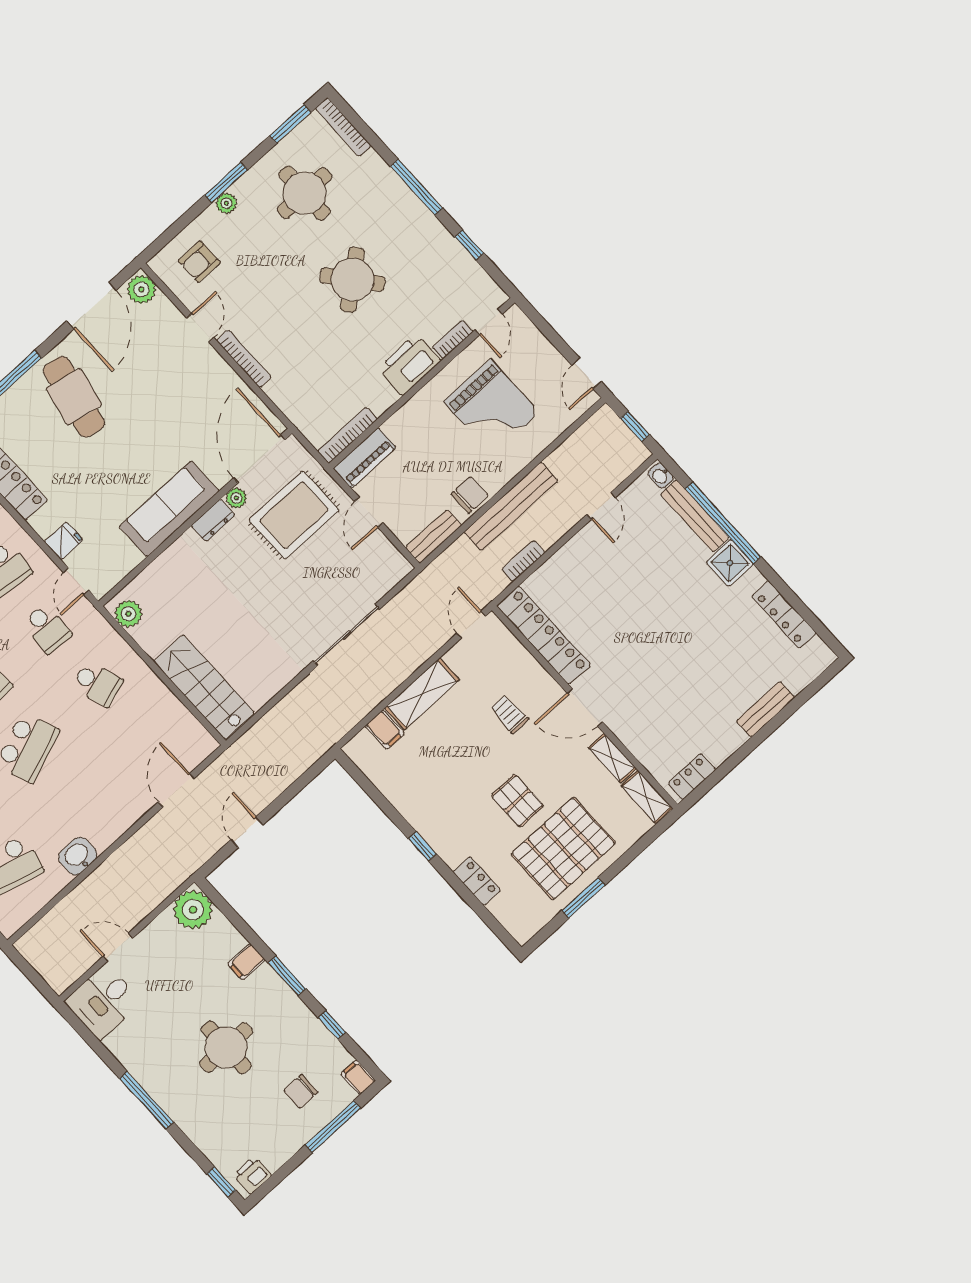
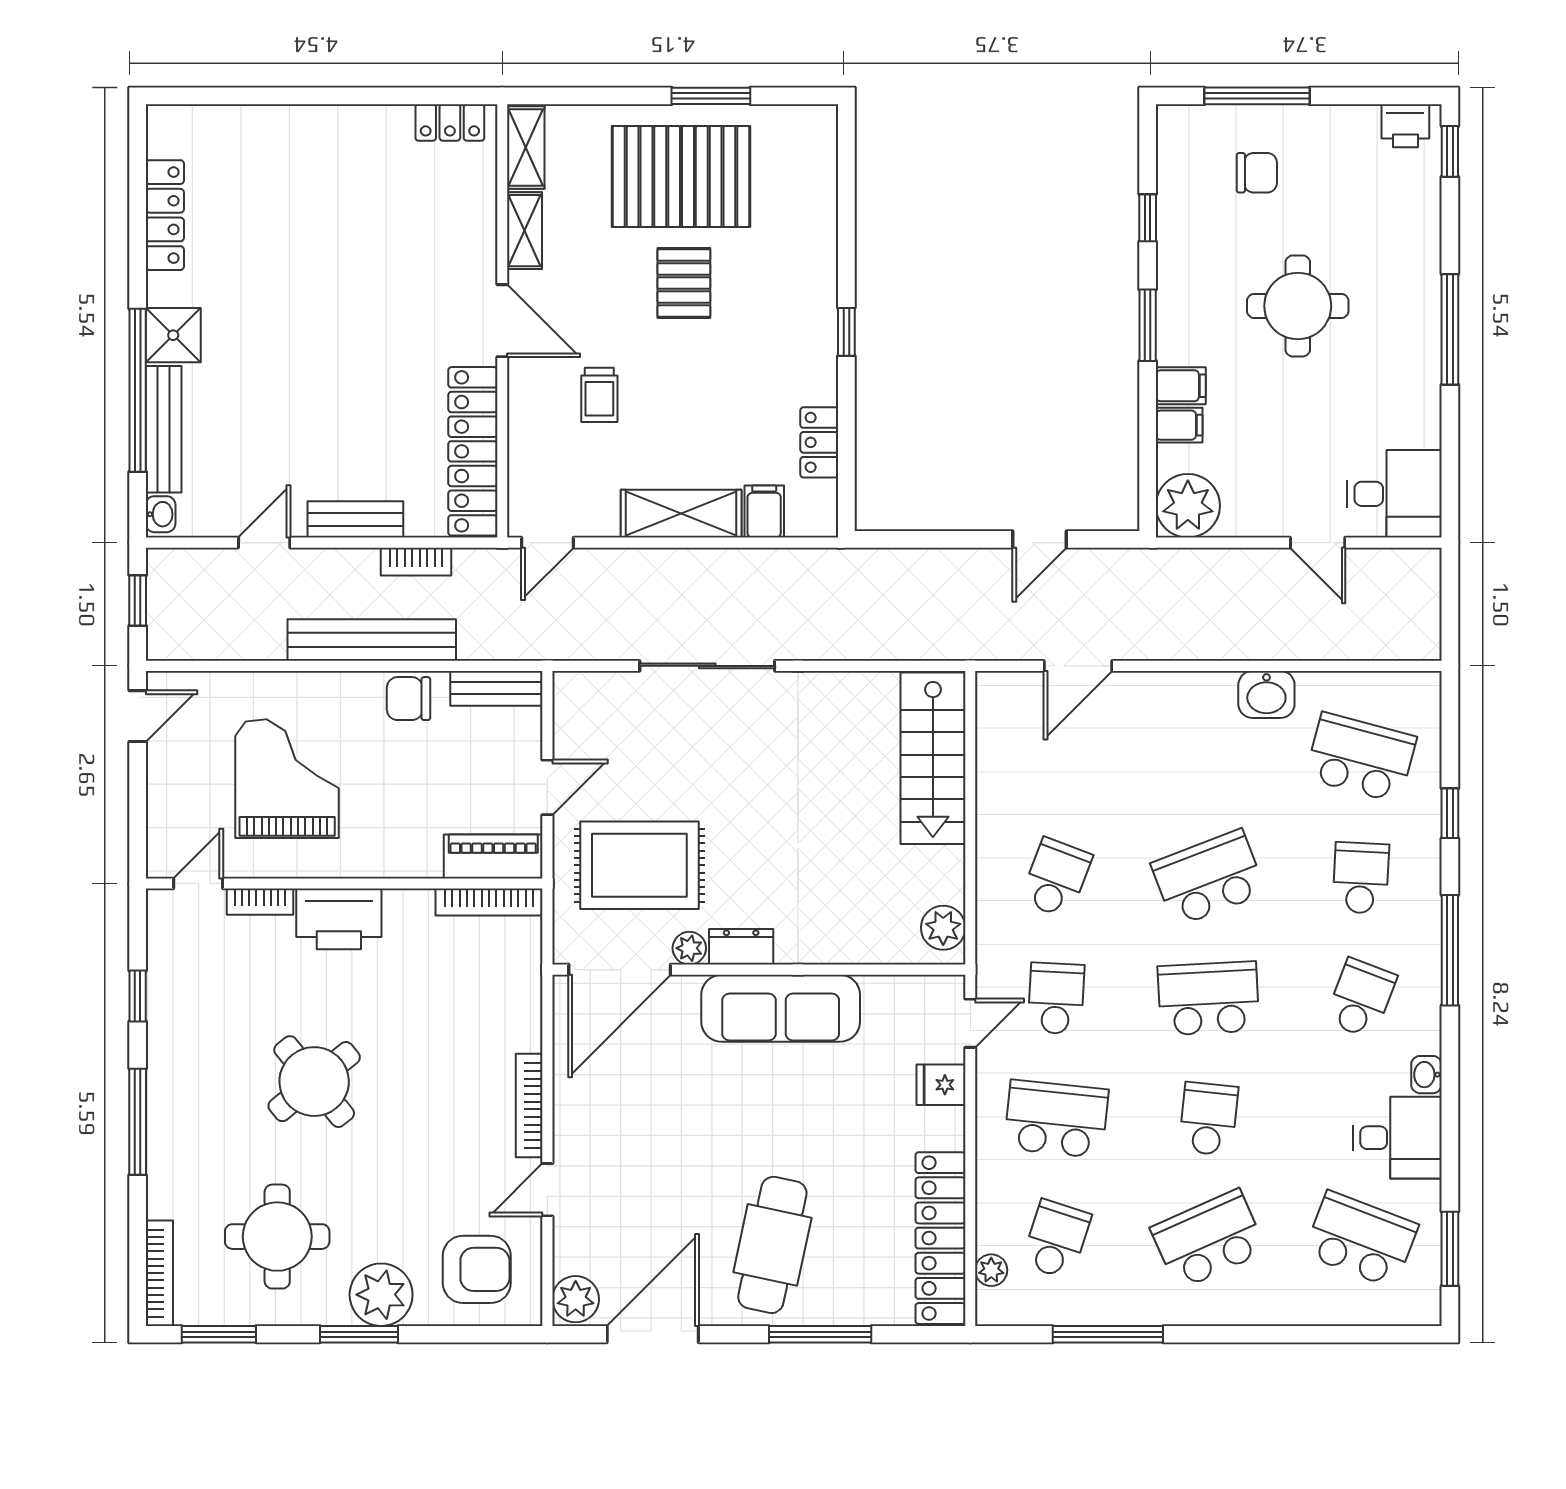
plant: (226, 203) -> (381, 1295), width x1.87, depth x1.87
armchair: (199, 262) -> (477, 1269), width x1.38, depth x1.38
school desk: (97, 684) -> (1056, 878), turned 39
bench: (766, 709) -> (355, 519), moved
locker: (477, 881) -> (819, 442), moved
filing cabinet: (358, 1077) -> (1179, 425), moved, turned -90

